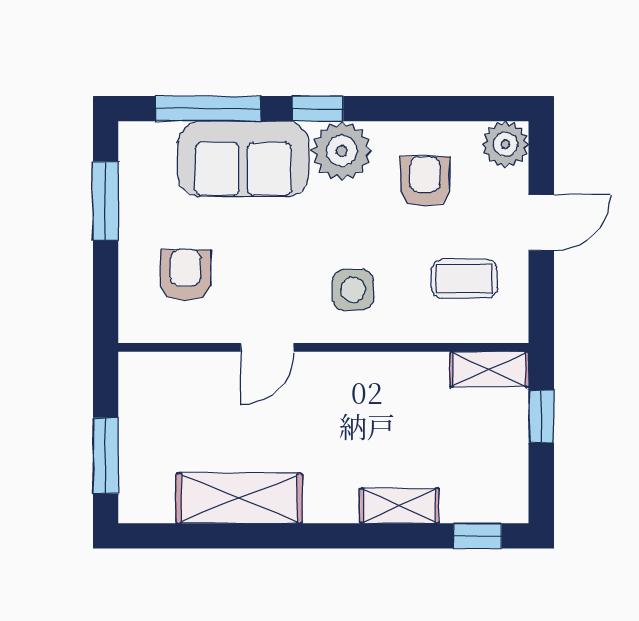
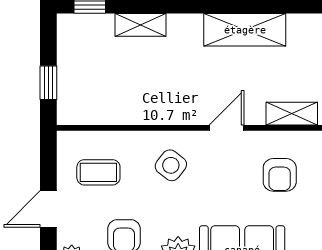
side table: (353, 290) -> (171, 165), turned 38
shelving: (489, 369) -> (292, 114), moved

